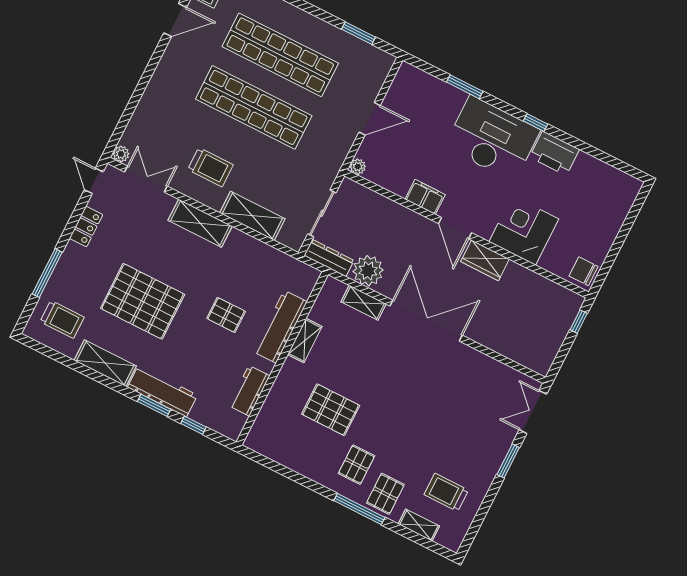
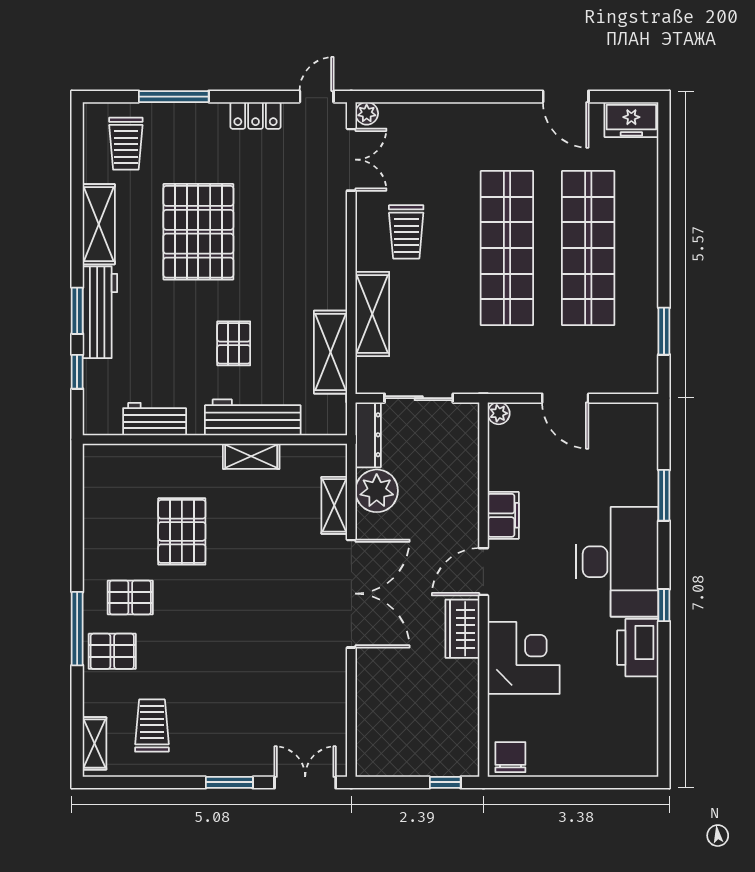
shelving: (200, 223) -> (331, 352), moved
shelving: (419, 525) -> (95, 743), moved

